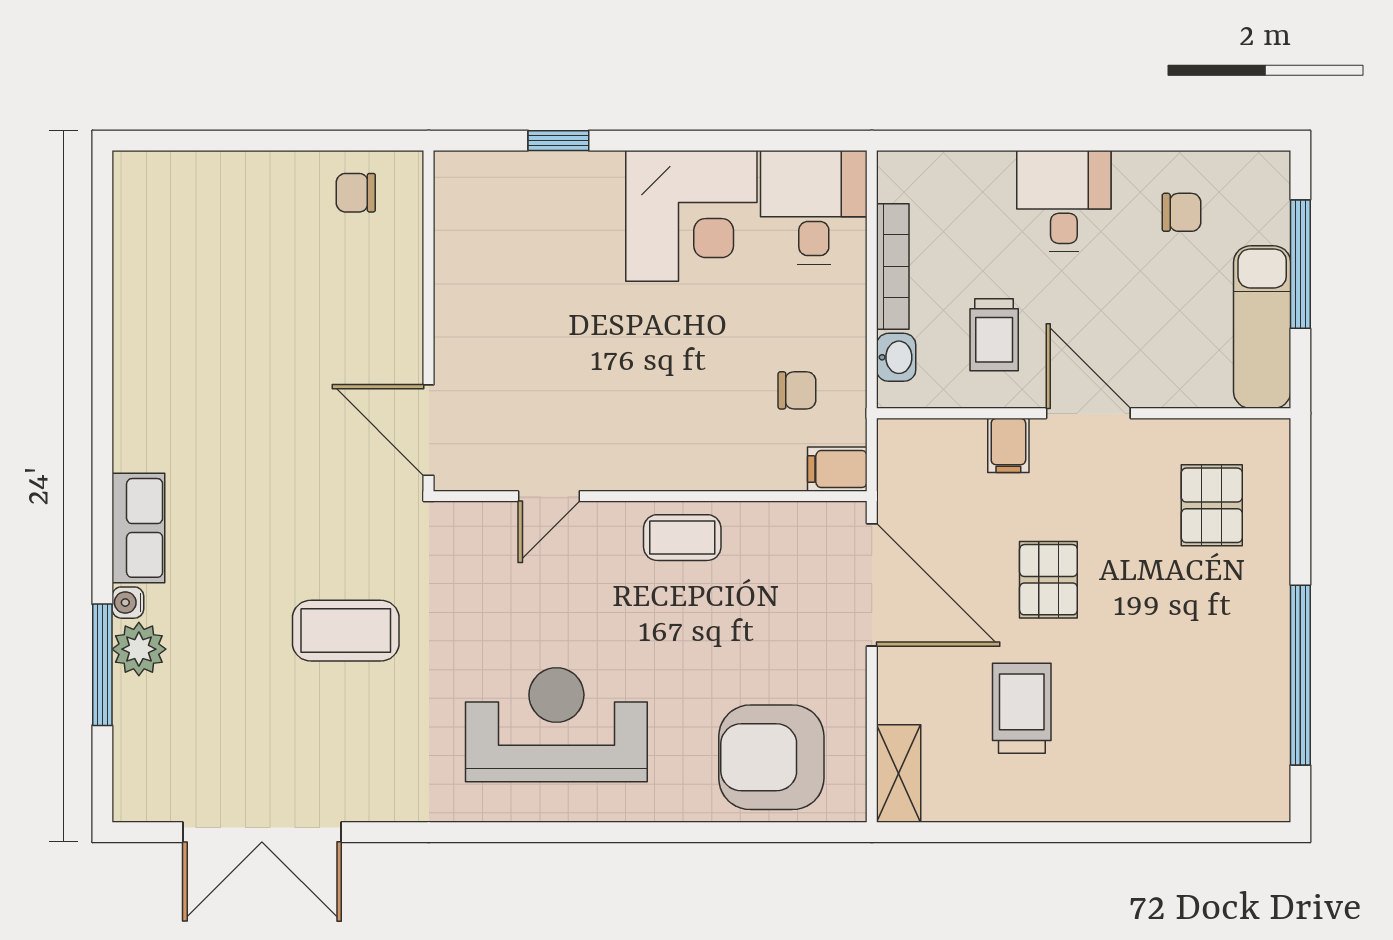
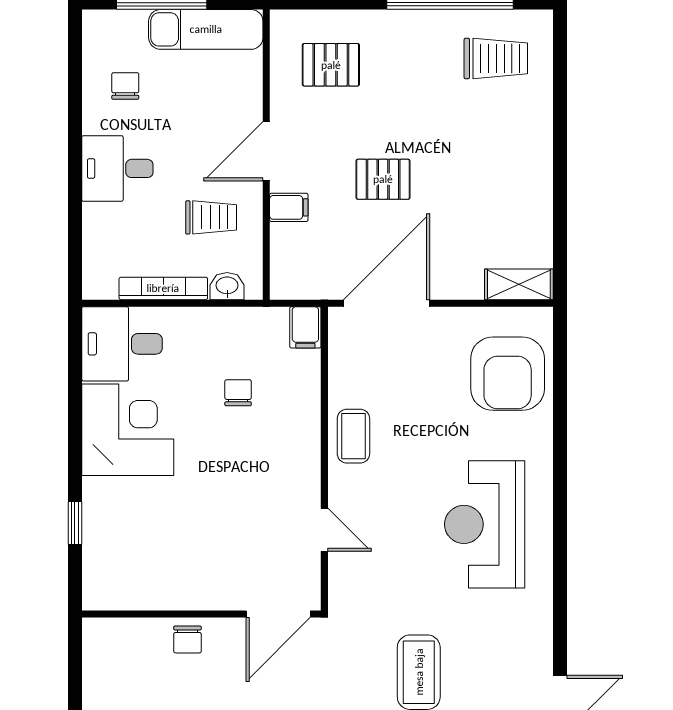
chair: (356, 193) -> (187, 639), moved
chair: (797, 390) -> (238, 393), moved
trolley: (1022, 708) -> (496, 58), moved, turned 180

